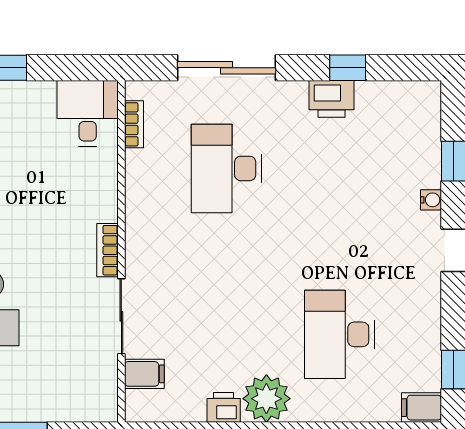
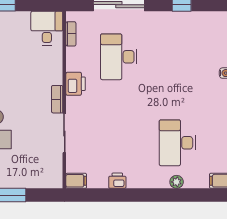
printer: (331, 99) -> (76, 84), moved, turned -90
filing cabinet: (144, 374) -> (76, 181), moved
plant: (266, 399) -> (177, 182), moved, width x0.53, depth x0.53

